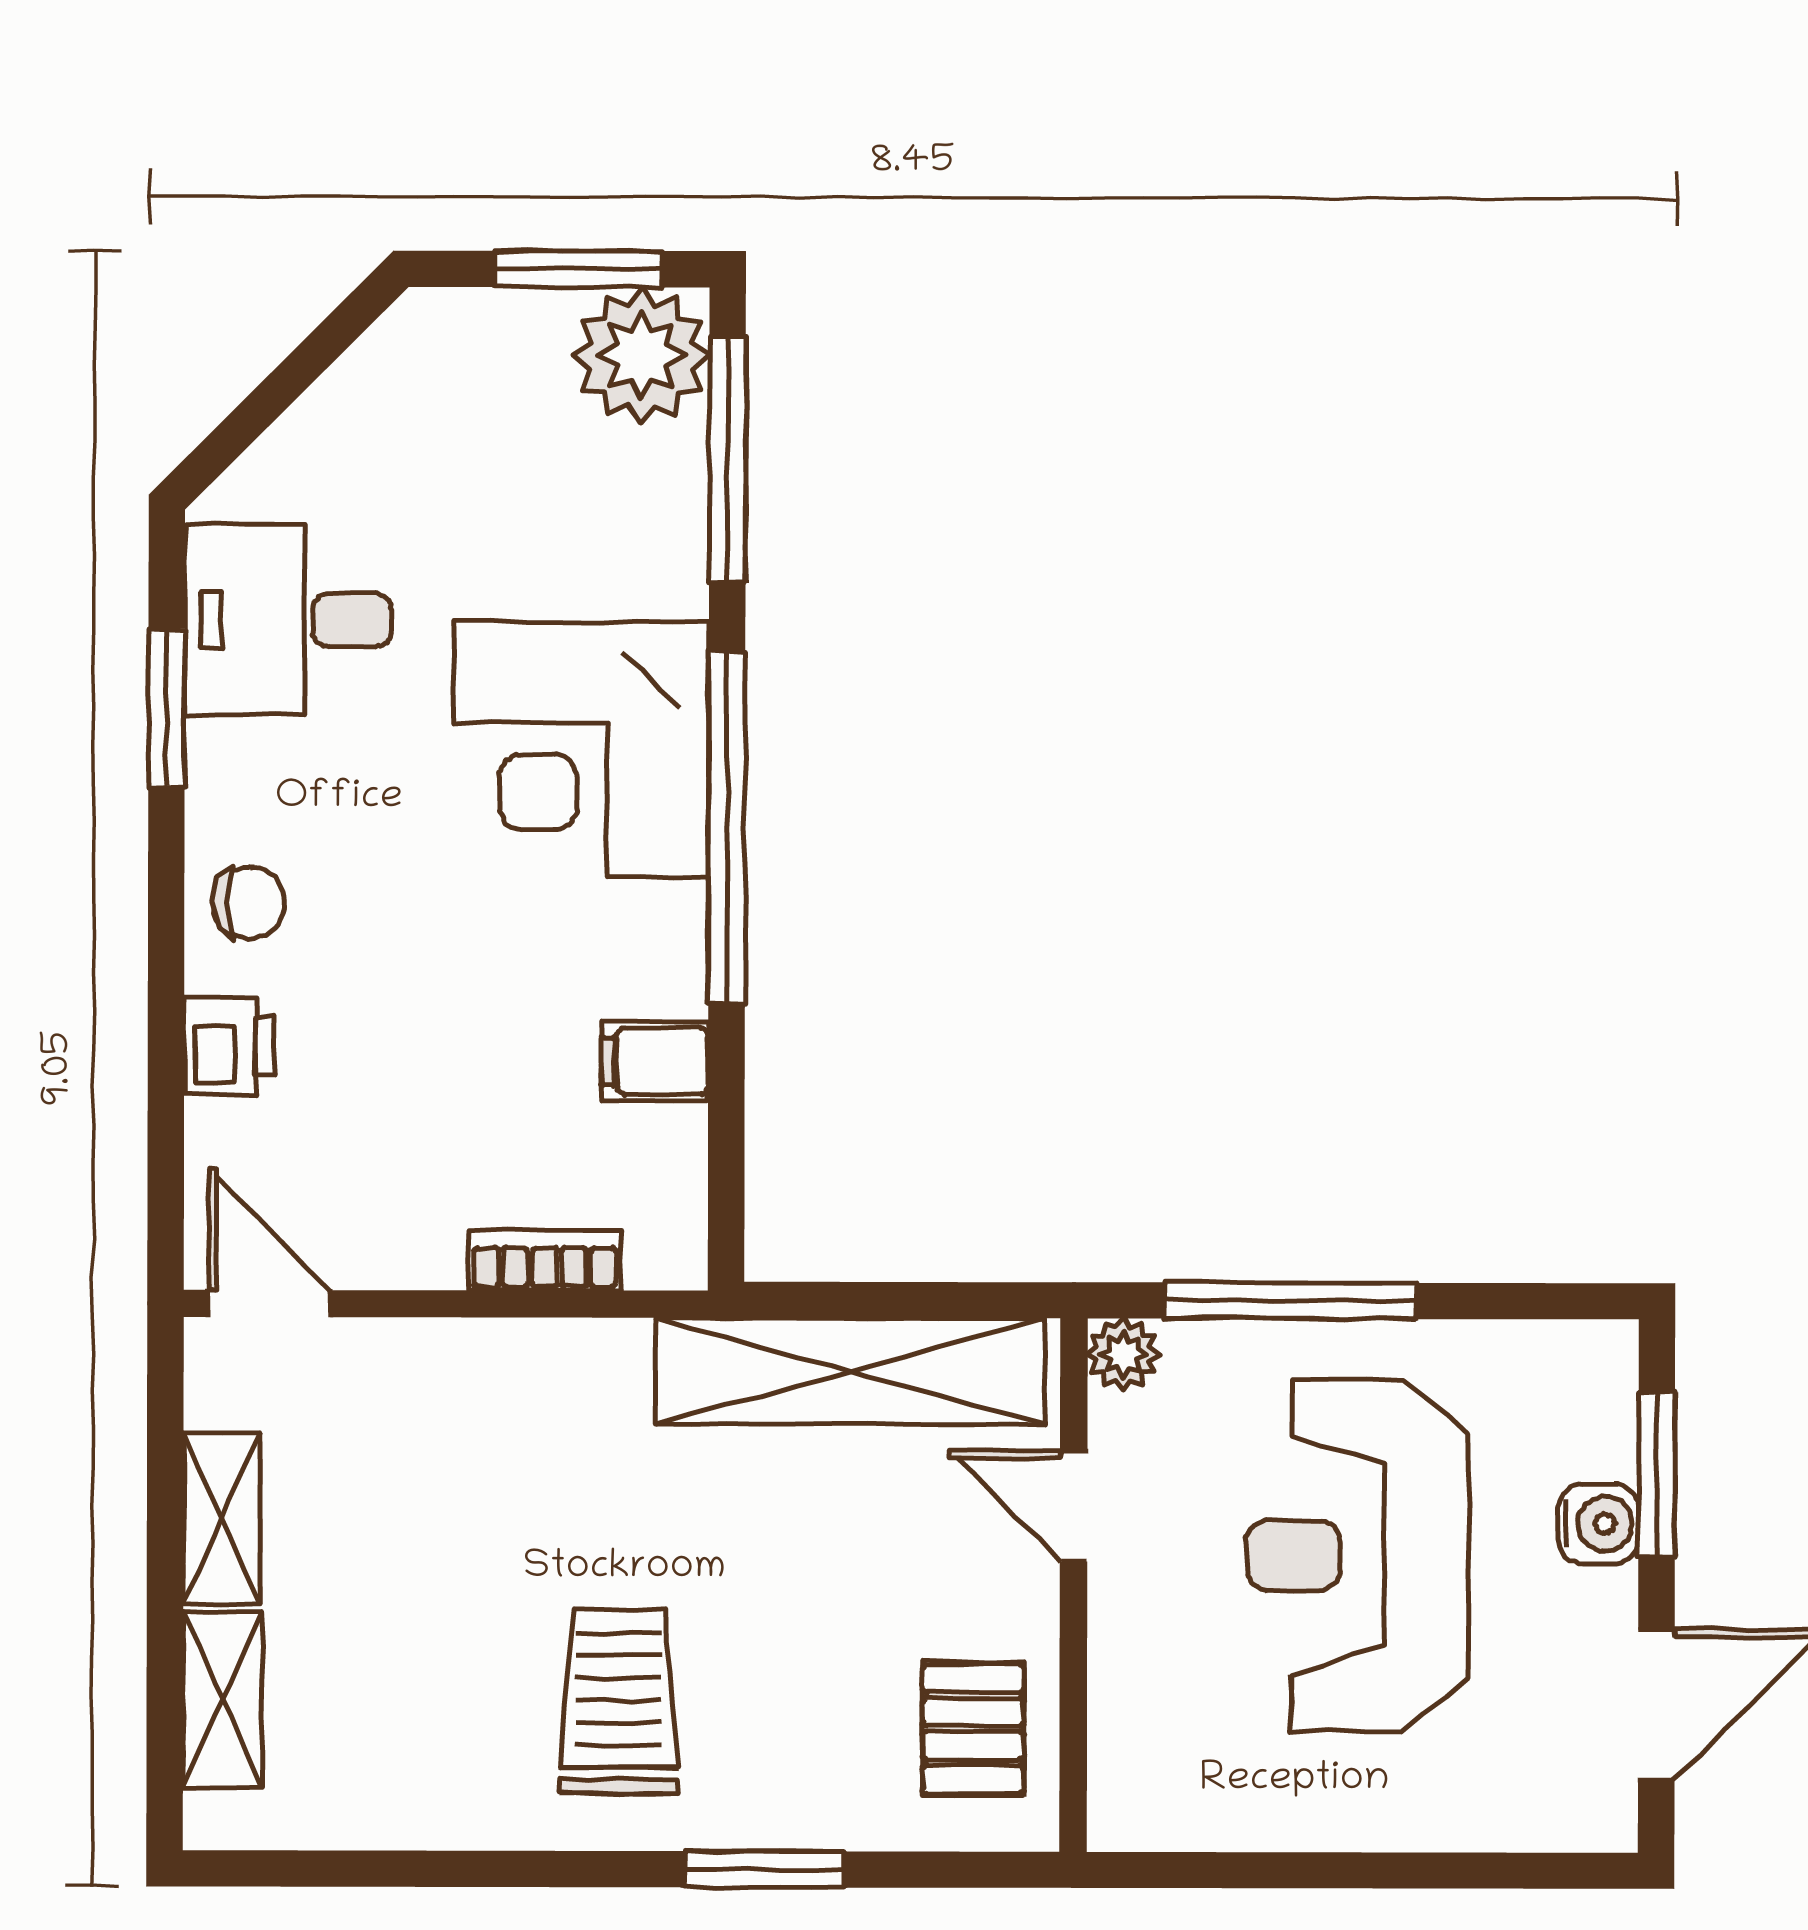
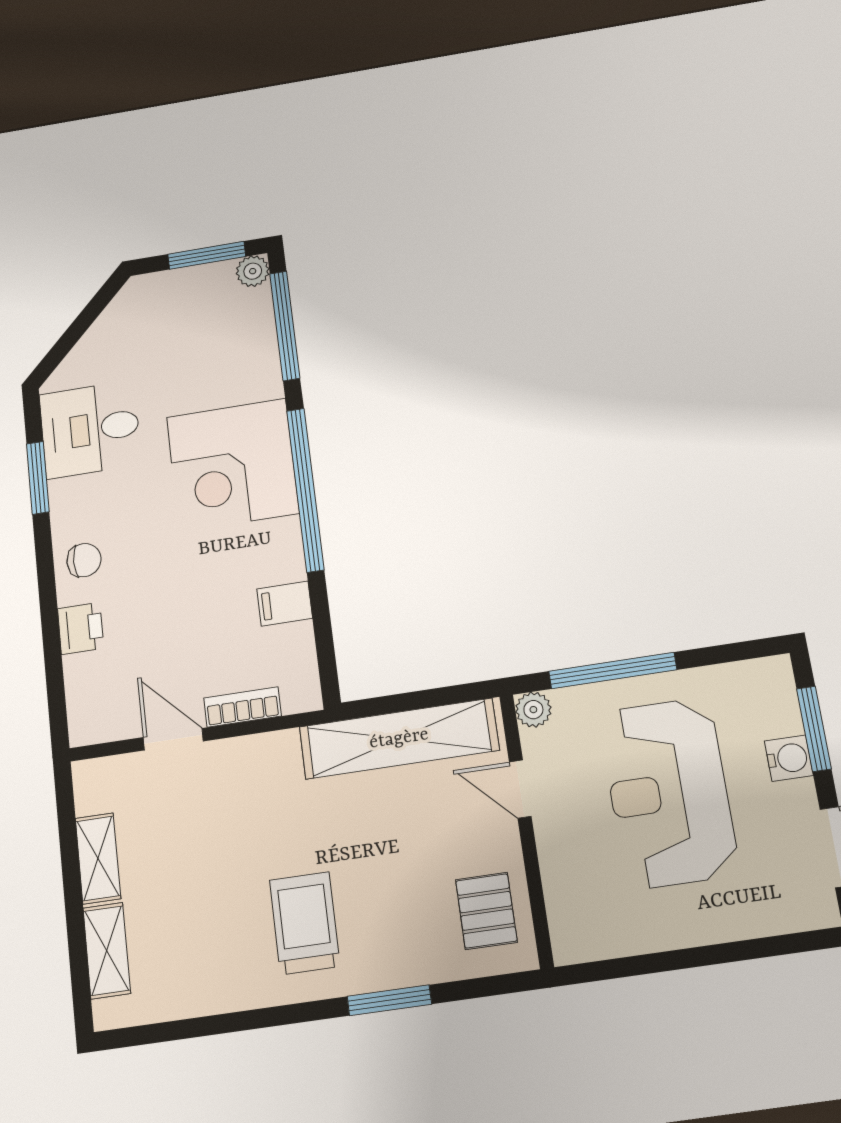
plant: (641, 355) -> (253, 271), width x0.53, depth x0.53
door: (270, 1303) -> (173, 739), moved

